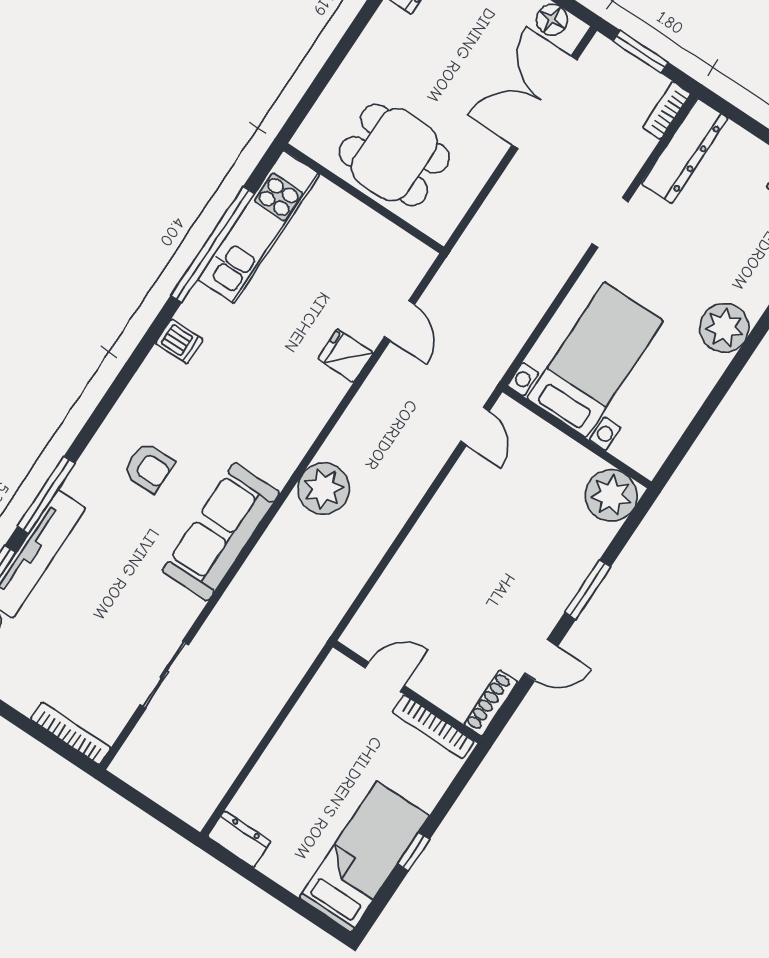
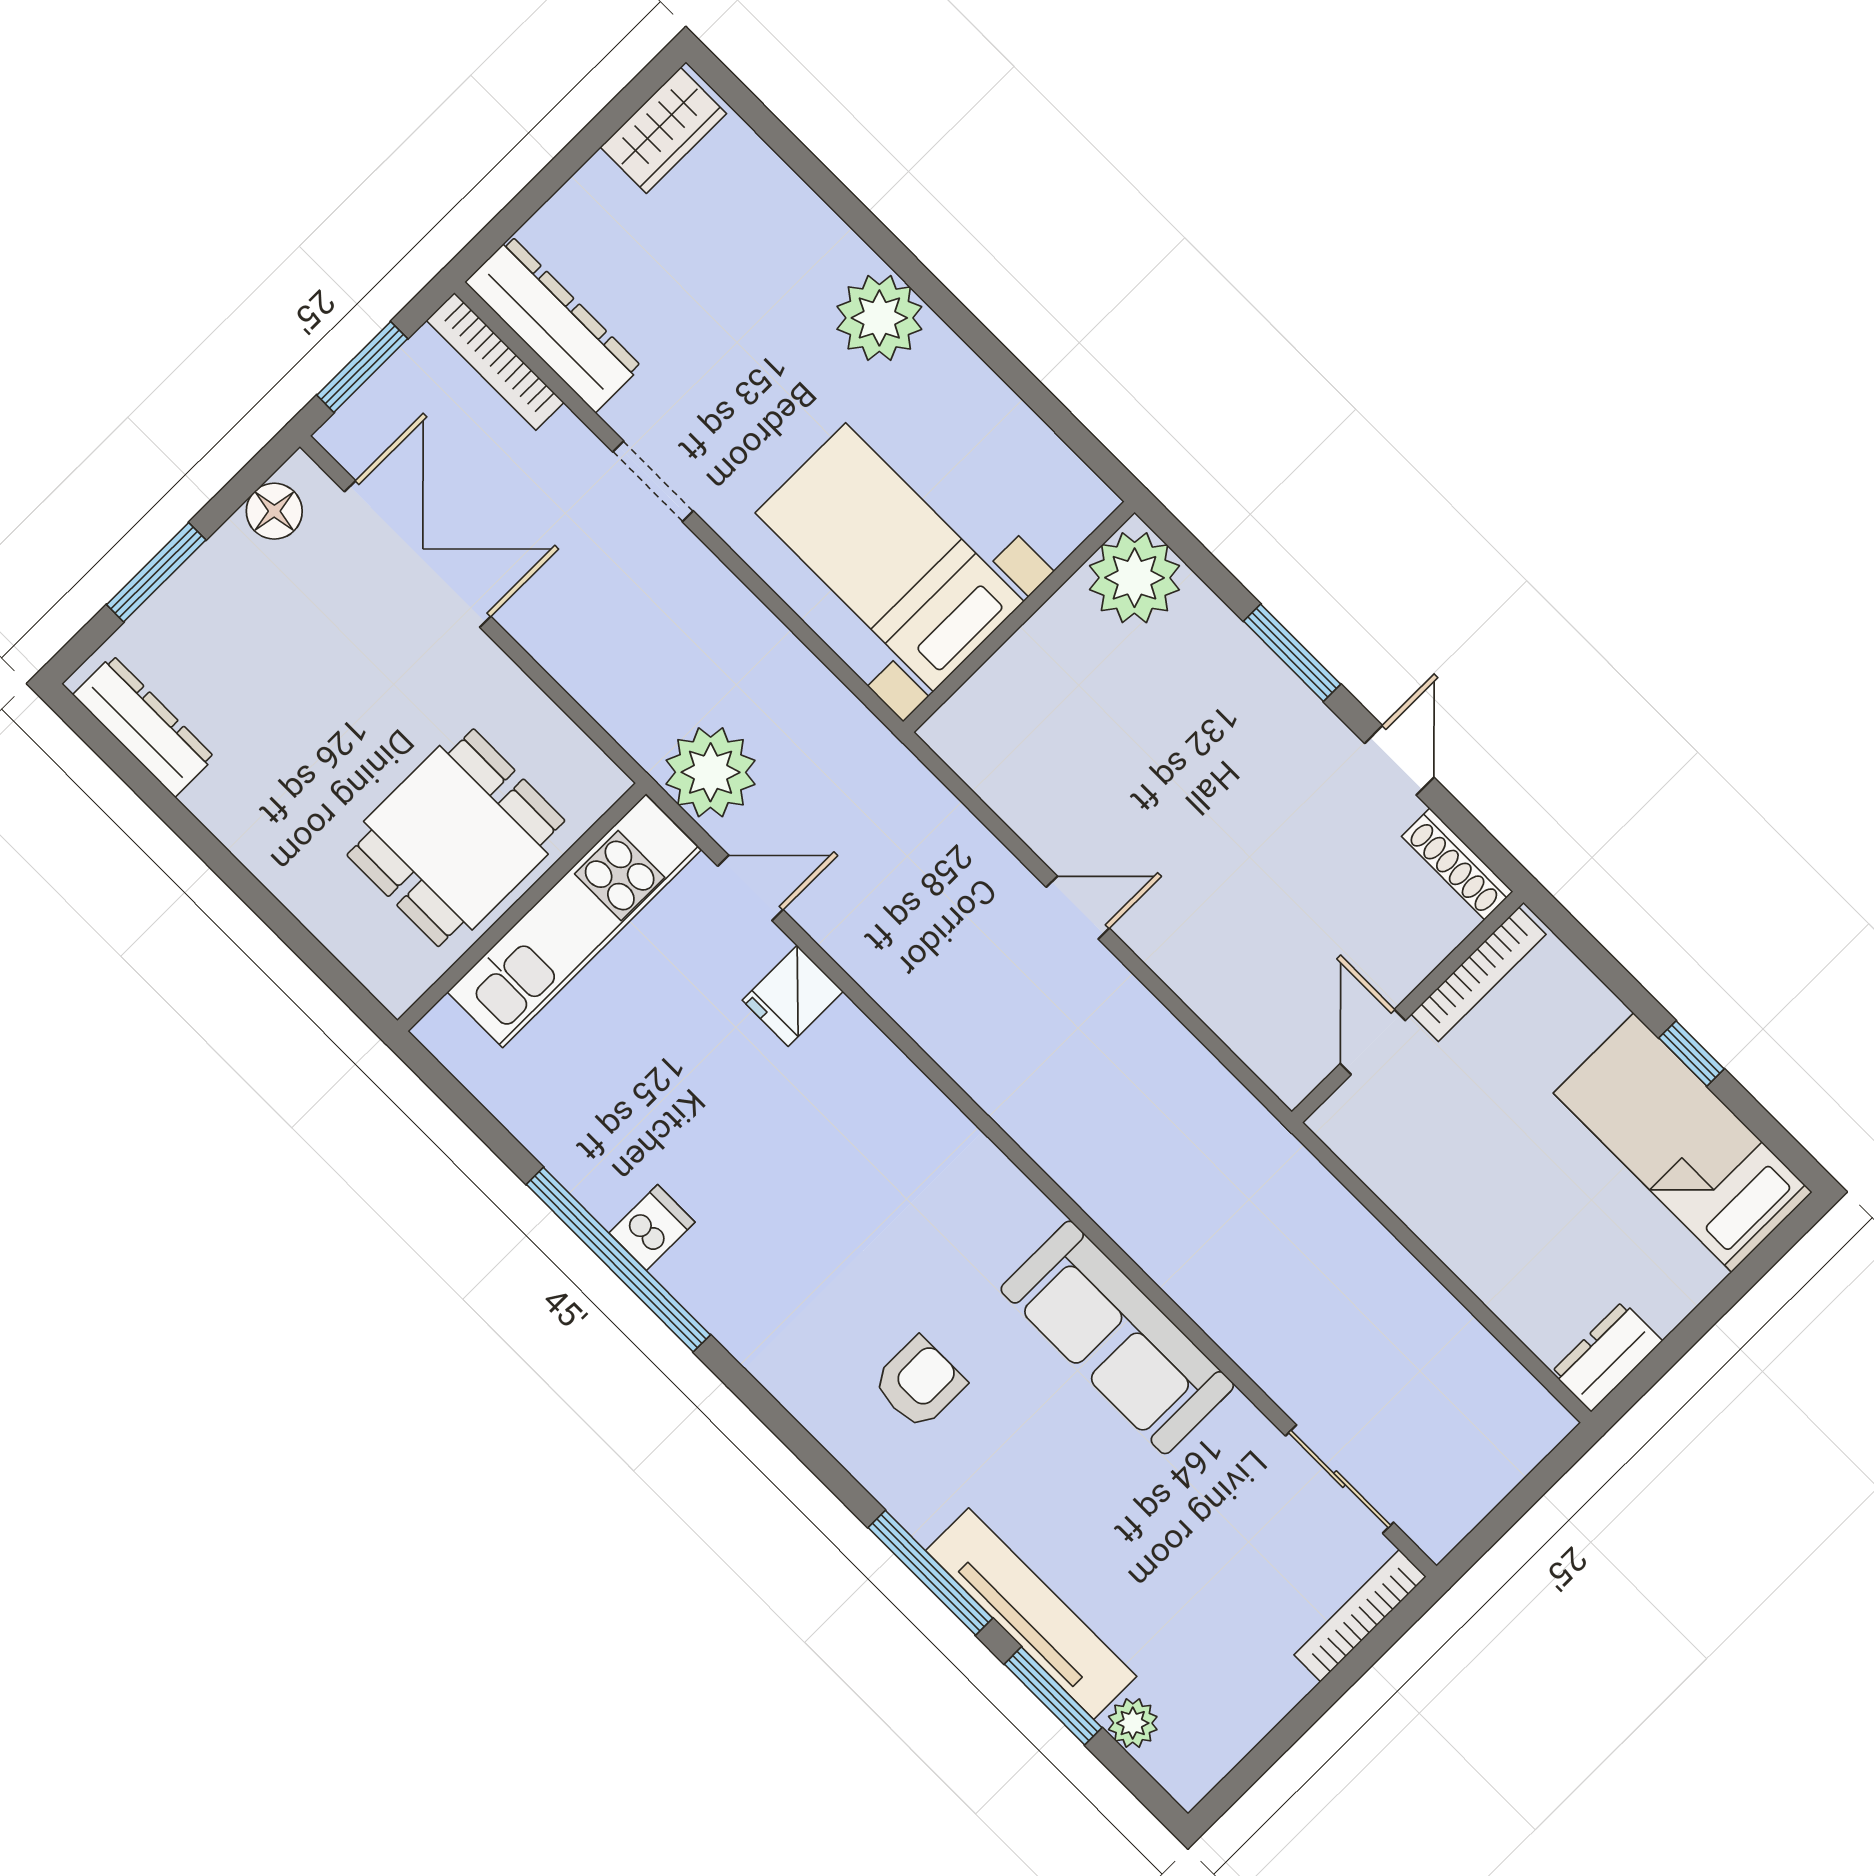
double door: (545, 102) -> (418, 554), swing flipped
bookcase: (667, 110) -> (495, 361), width x1.56
kitchen unit: (259, 227) -> (574, 921), moved, turned 90
window: (212, 245) -> (618, 1260), moved
dishwasher: (179, 341) -> (652, 1228), moved
door: (475, 426) -> (1078, 908), moved
plant: (324, 489) -> (711, 772), moved
sofa: (221, 532) -> (1117, 1337), moved
sliding door: (164, 675) -> (1340, 1479), moved

